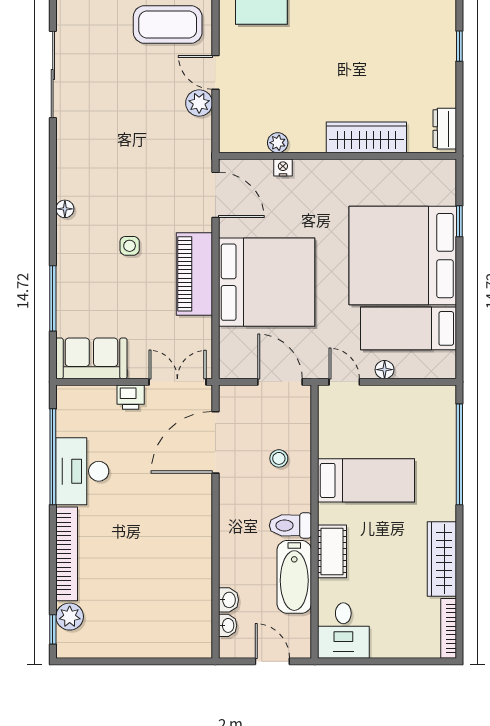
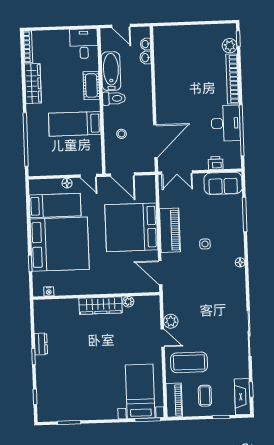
dresser: (445, 129) -> (41, 344), moved
wardrobe: (366, 137) -> (101, 306), moved
nightstand: (283, 168) -> (49, 291), moved
printer: (131, 397) -> (216, 163), moved

